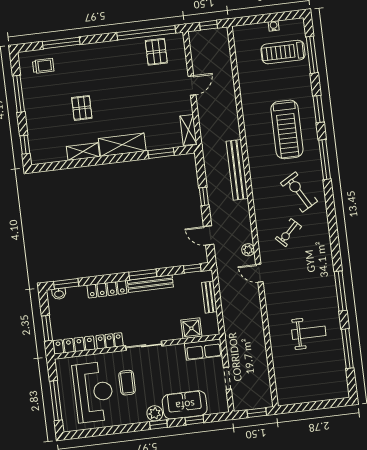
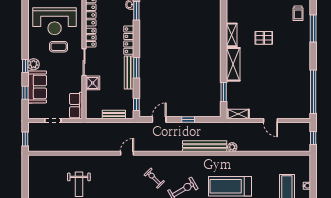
pallet: (156, 52) -> (298, 97), removed
plant: (248, 250) -> (232, 147), moved
shower: (191, 328) -> (93, 83), moved

